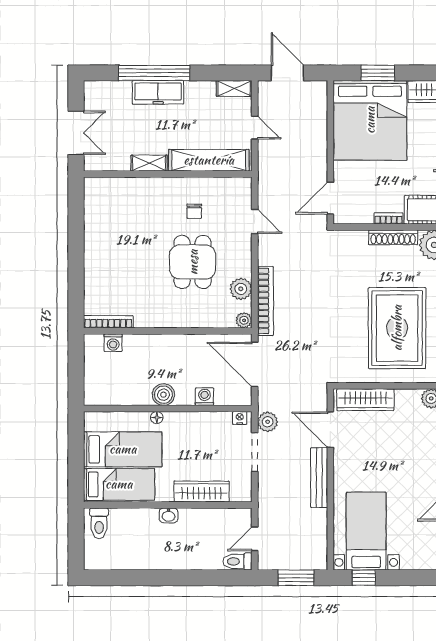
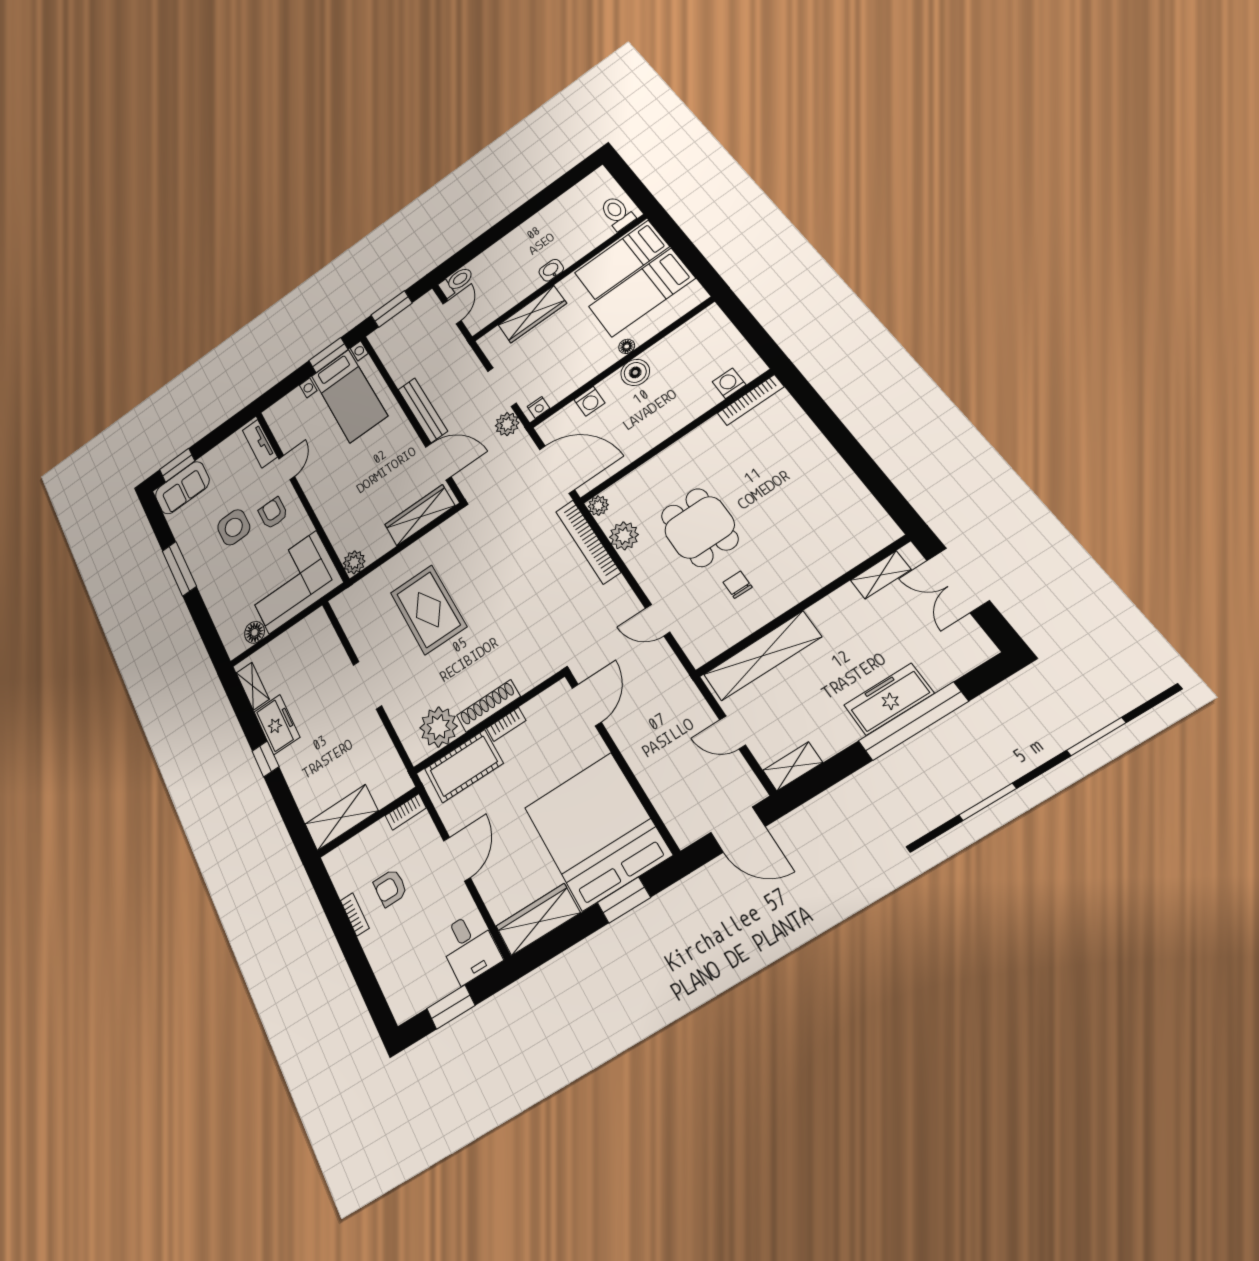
shelving: (149, 163) -> (881, 575), moved
rug: (397, 328) -> (428, 610), width x0.73, depth x0.69
window: (364, 578) -> (328, 355), width x1.50

